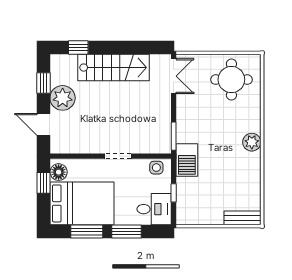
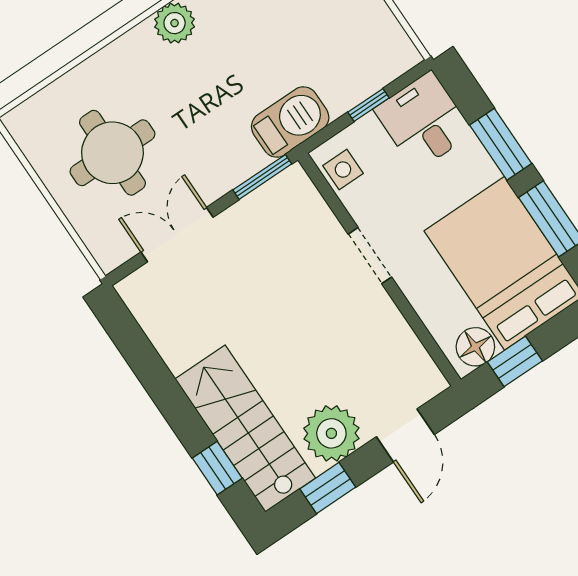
stairs: (114, 68) -> (245, 429), moved
double door: (174, 76) -> (177, 235), moved
round table: (231, 80) -> (112, 153), moved

